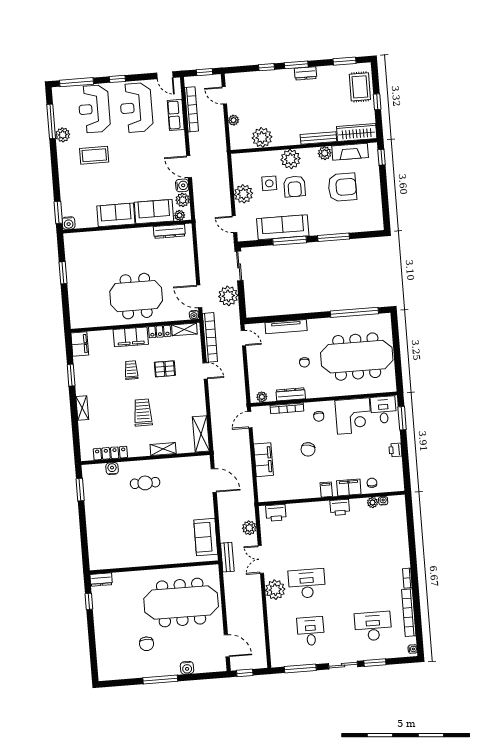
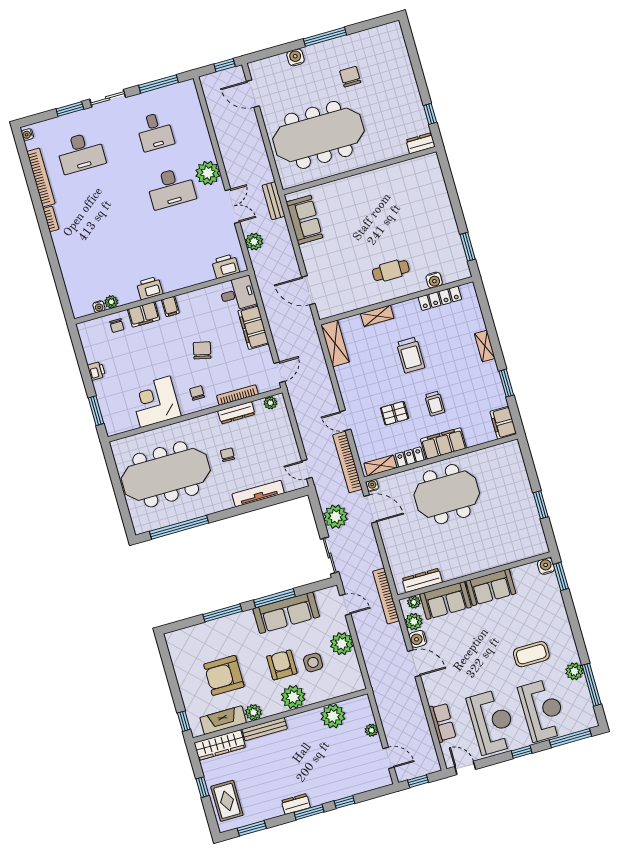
bookcase: (192, 109) -> (386, 596), moved
desk: (383, 410) -> (238, 294), moved, turned -90

